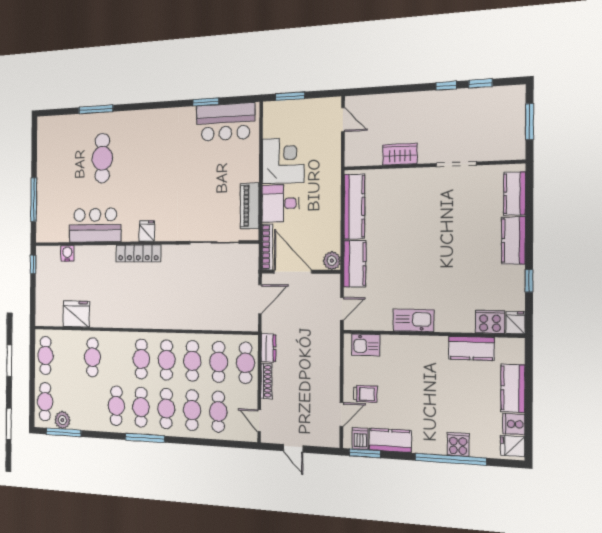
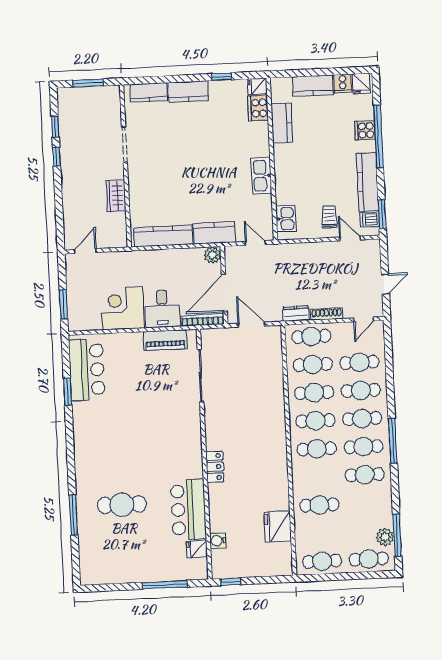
fridge: (147, 231) -> (197, 549), moved
locker: (138, 253) -> (215, 467), width x0.66
kitchen counter: (390, 440) -> (368, 182), width x1.50

